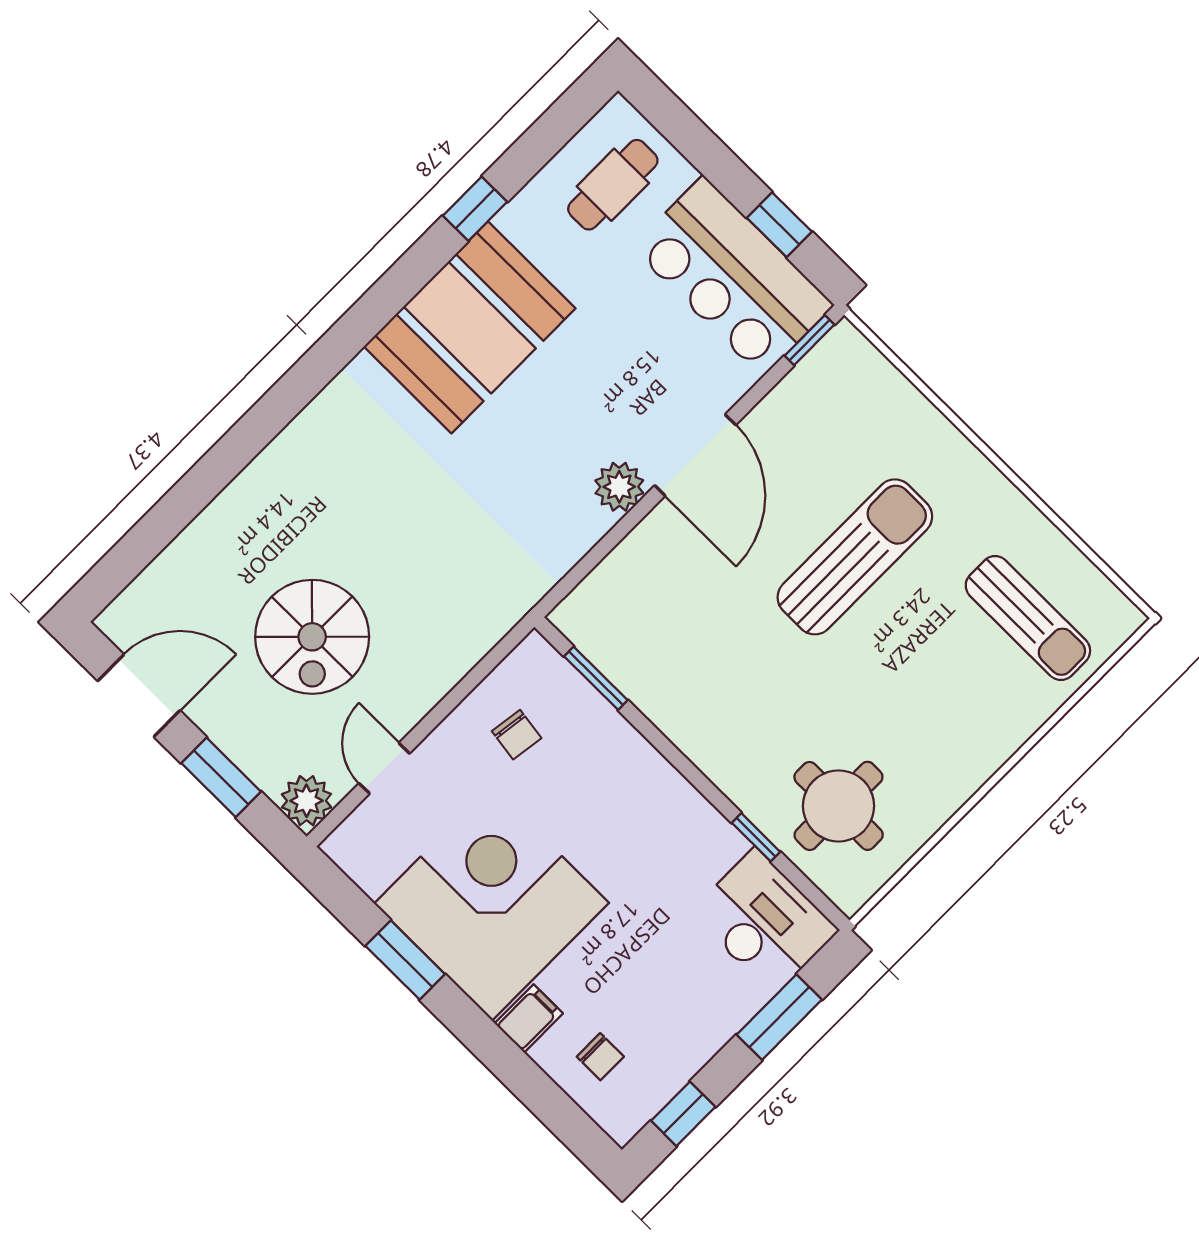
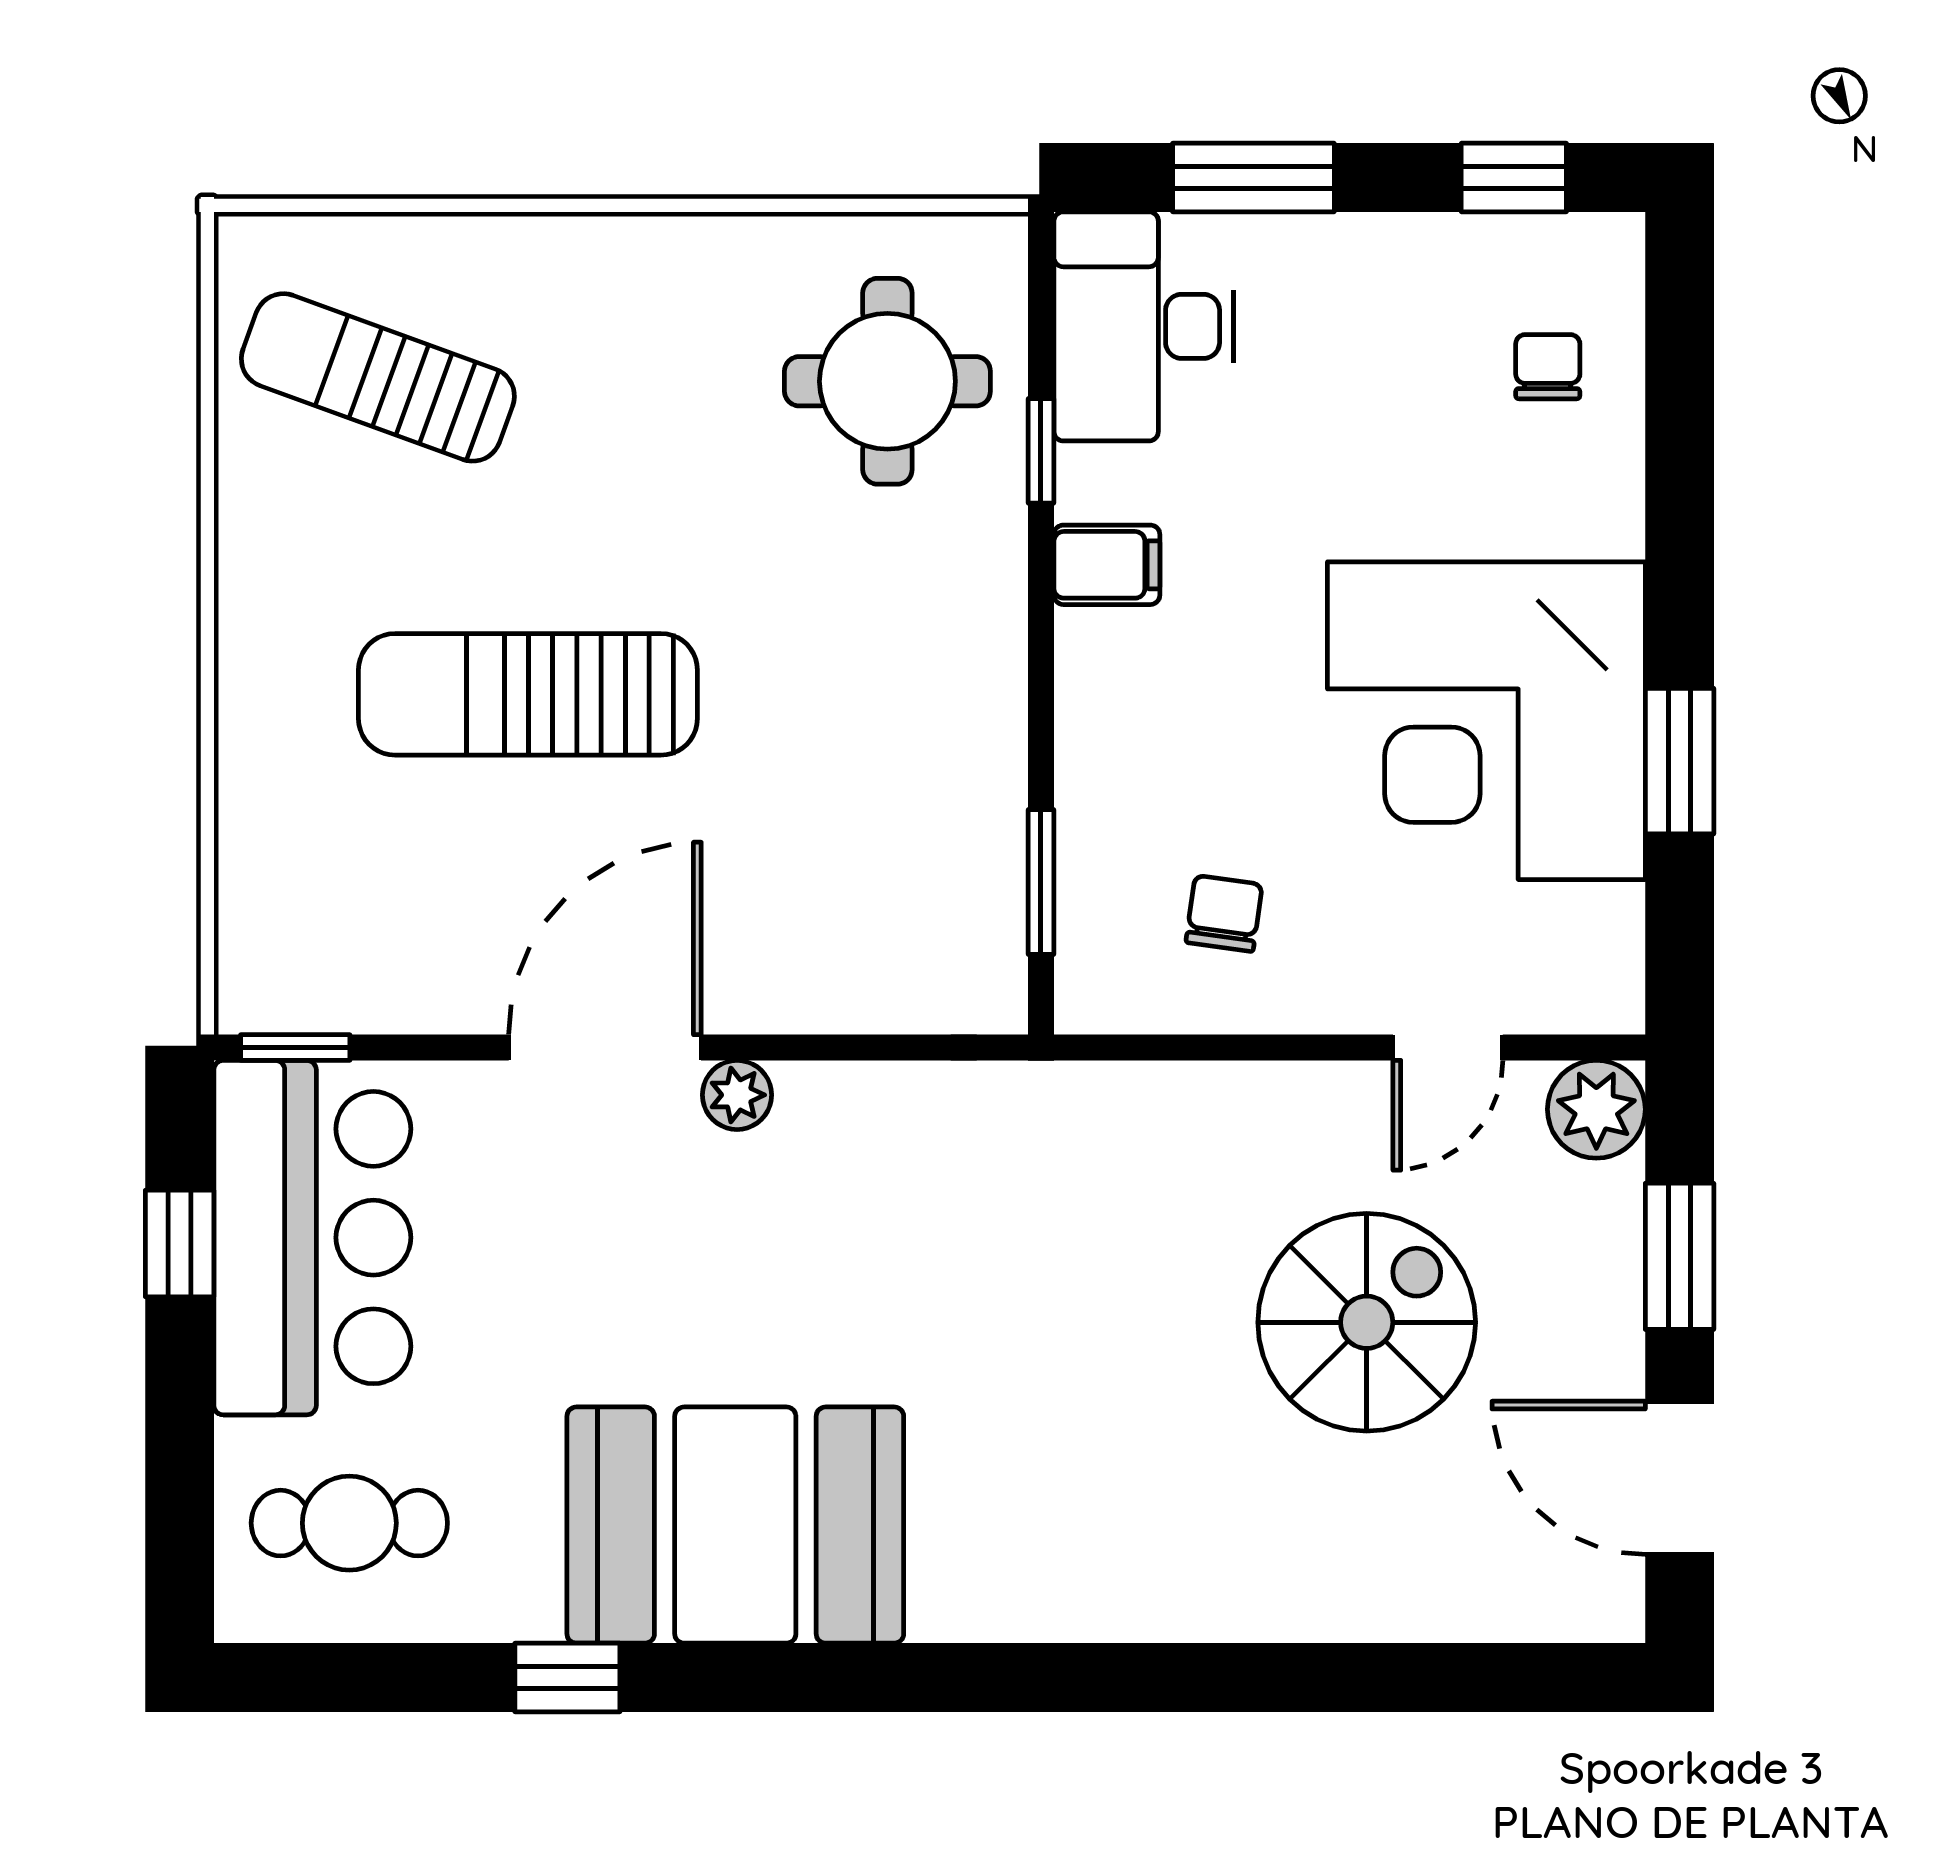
plant: (619, 487) -> (737, 1095), width x0.73, depth x0.73
sun lounger: (1028, 618) -> (378, 377), turned -70
filing cabinet: (529, 1018) -> (1107, 565), moved, turned 180

